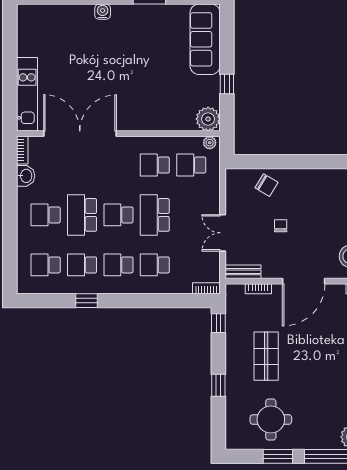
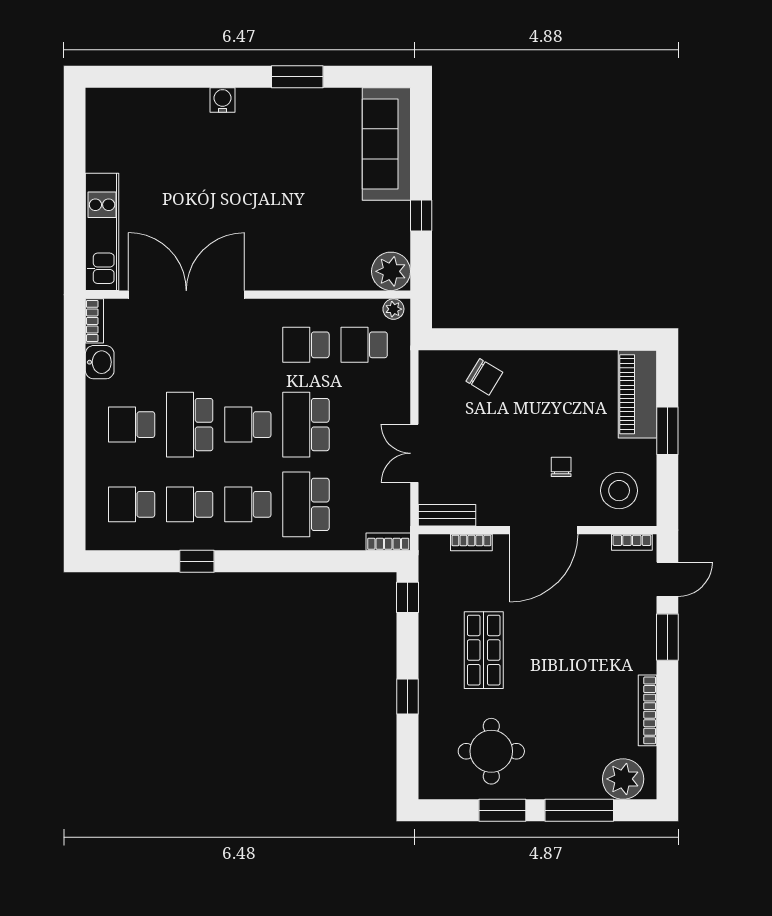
chair: (281, 226) -> (561, 467), moved
school desk: (155, 265) -> (306, 504), width x1.85

